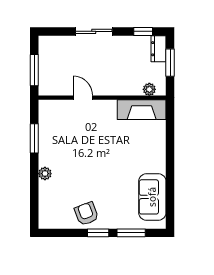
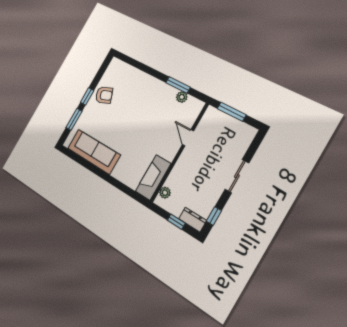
window: (170, 63) -> (176, 222), width x0.67
door: (83, 98) -> (188, 138), swing flipped
plant: (45, 174) -> (182, 97), moved
sofa: (152, 197) -> (94, 152), width x1.36

